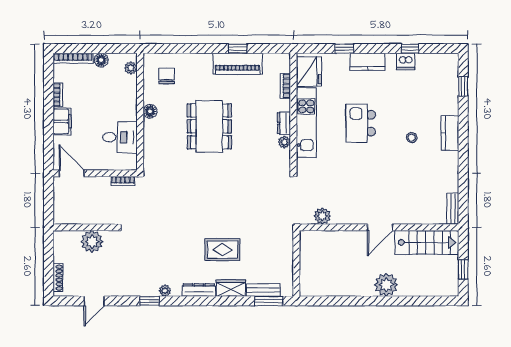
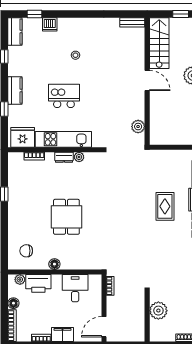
dishwasher: (406, 62) -> (50, 24), moved, turned 90
piano: (238, 64) -> (16, 194), removed
printer: (126, 91) -> (38, 283), added
kitchen island: (361, 123) -> (64, 96), turned 180
dining table: (209, 126) -> (66, 217), width x0.73
kitchen counter: (450, 133) -> (15, 32), moved, turned -90

